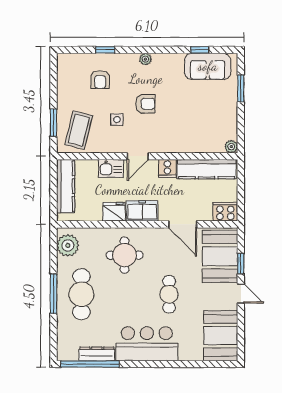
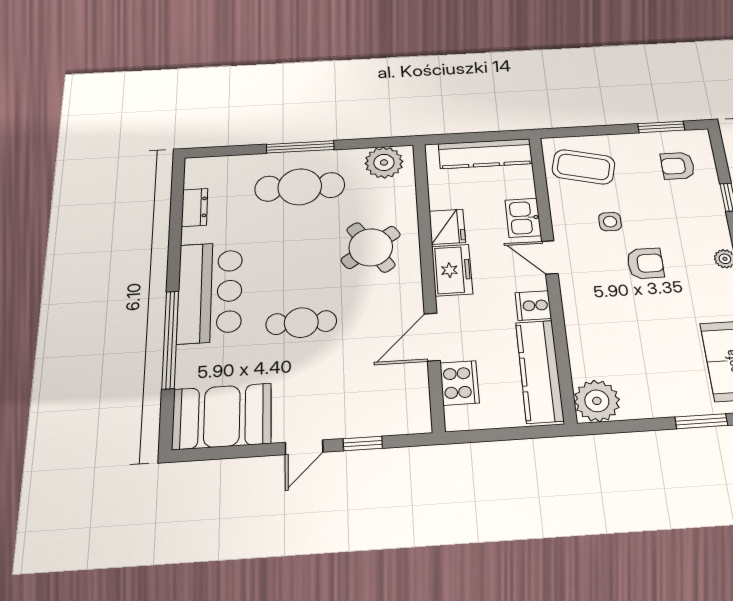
armchair: (100, 79) -> (678, 166), moved
armchair: (145, 104) -> (645, 263), turned -90
window: (54, 123) -> (661, 127), moved
plant: (231, 147) -> (597, 401), width x1.88, depth x1.88
cooker: (225, 212) -> (460, 383), moved
round table: (125, 255) -> (371, 247), turned -34
booth: (220, 256) -> (375, 405), removed
dresser: (97, 354) -> (195, 207), width x0.70
window: (90, 364) -> (170, 339), moved

